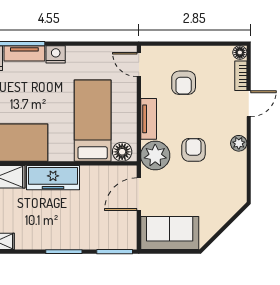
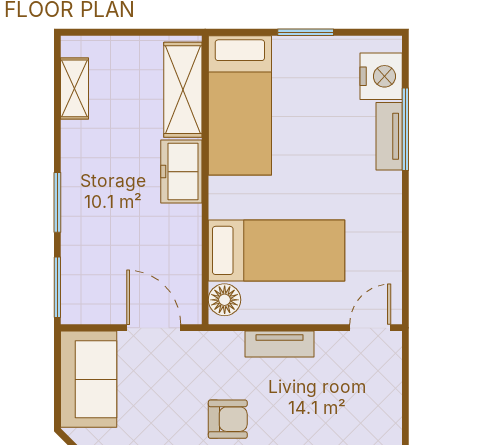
nightstand: (56, 54) -> (388, 189), removed
armchair: (184, 83) -> (340, 402), removed
plant: (155, 155) -> (218, 355), removed
freezer: (53, 178) -> (181, 172), width x0.71

